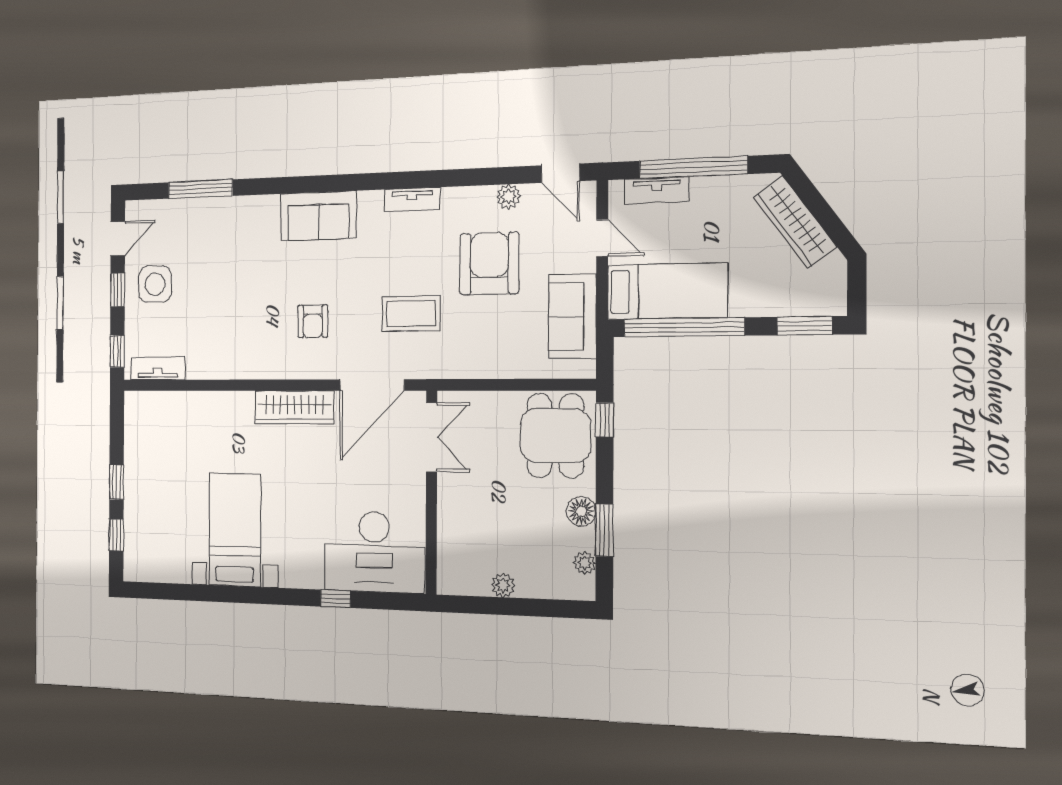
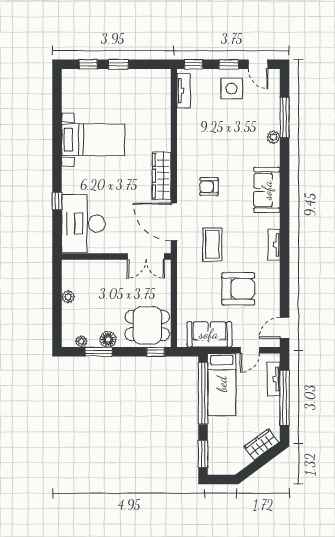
plant: (509, 197) -> (273, 137), moved
wardrobe: (795, 222) -> (261, 445), width x0.67

